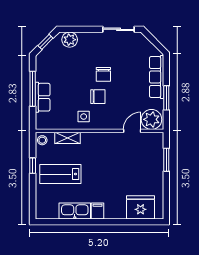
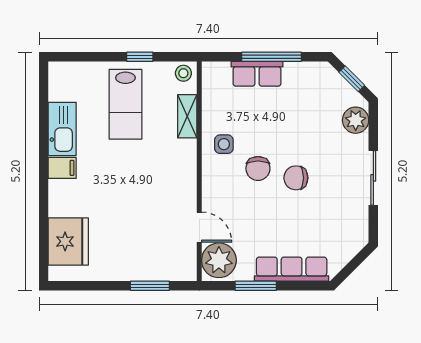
sliding door: (119, 29) -> (373, 178), moved
lab bench: (60, 174) -> (125, 104), turned 180

